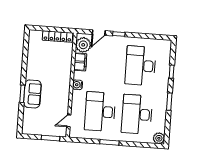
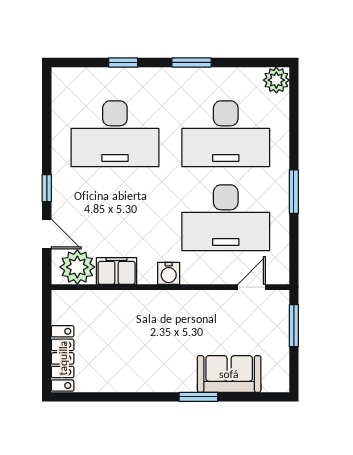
locker: (58, 36) -> (63, 358), moved
sofa: (32, 94) -> (229, 374), moved
door: (69, 121) -> (252, 287), swing flipped

